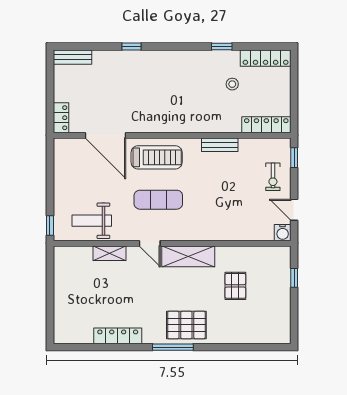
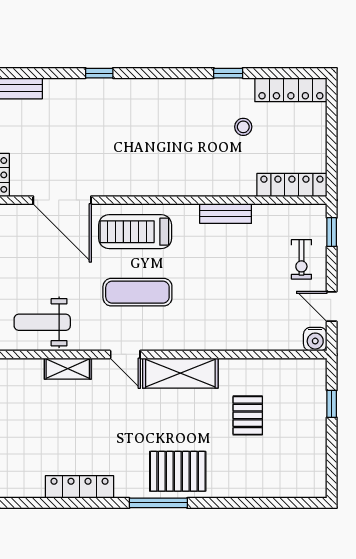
treadmill: (157, 157) -> (135, 232), turned 180

